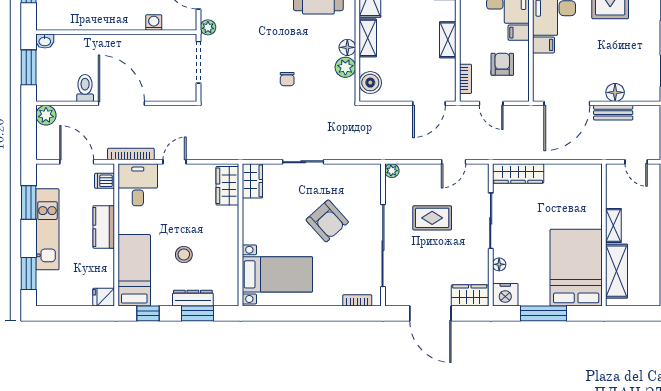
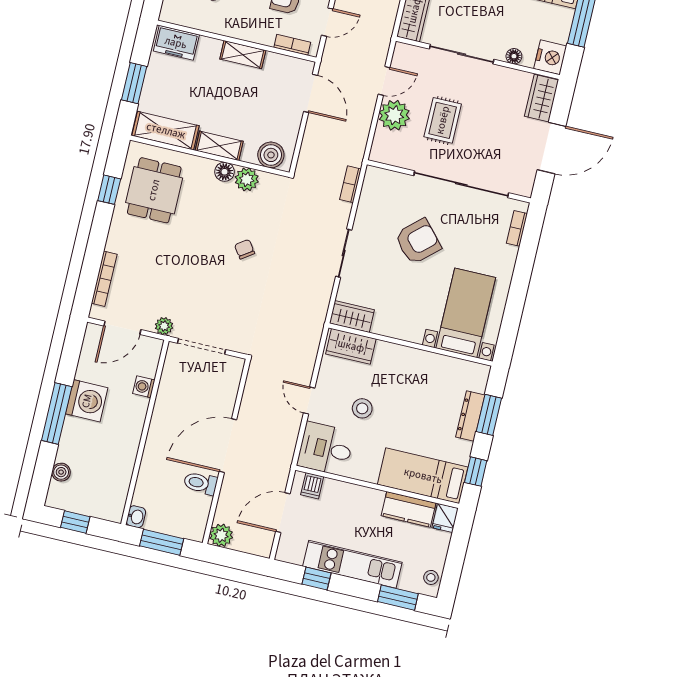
chair: (287, 79) -> (245, 249), turned -125
bookcase: (131, 154) -> (350, 184), moved, width x0.64
door: (454, 162) -> (384, 81), hinge flipped
plant: (392, 171) -> (394, 115), moved, width x1.88, depth x1.88
window: (29, 202) -> (316, 579), width x0.67
kitchen counter: (104, 227) -> (409, 509), moved
stool: (184, 254) -> (362, 408), moved
stool: (52, 297) -> (431, 577), added

